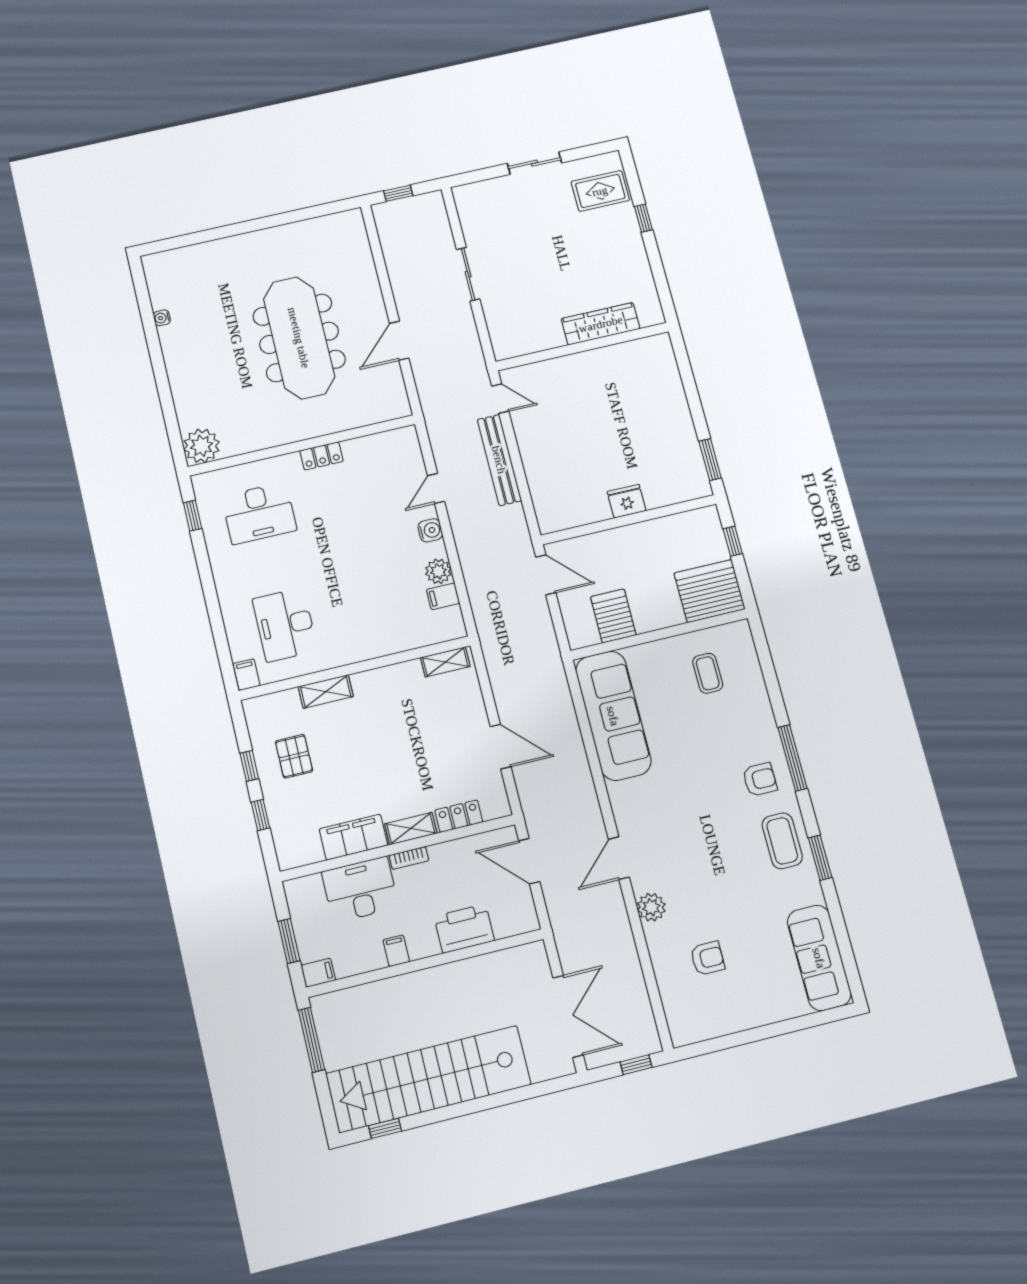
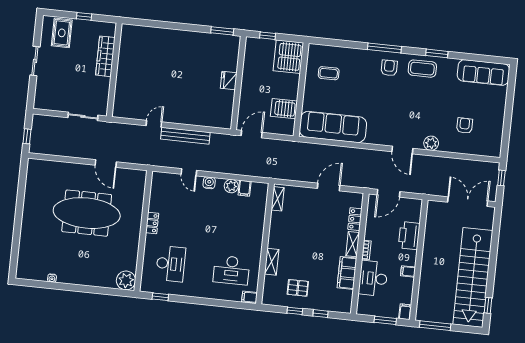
wardrobe: (601, 324) -> (105, 56), moved
wall: (582, 347) -> (114, 70), moved

